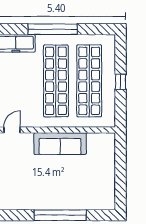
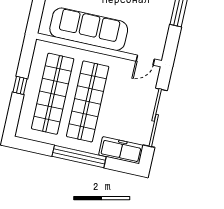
sofa: (60, 144) -> (89, 29), width x1.36, depth x1.27

